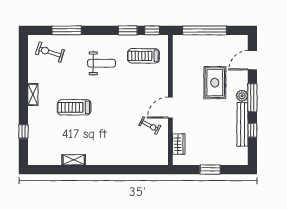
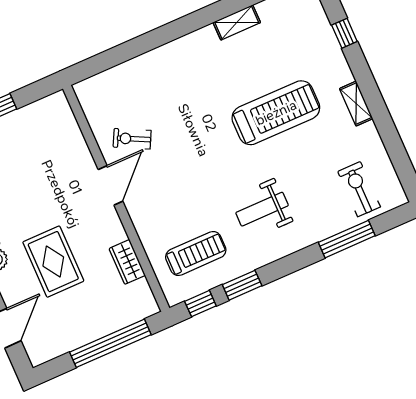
exercise bike: (50, 52) -> (359, 189), turned -108
treadmill: (74, 107) -> (276, 113), width x1.37, depth x1.38
wardrobe: (179, 144) -> (127, 262), moved

